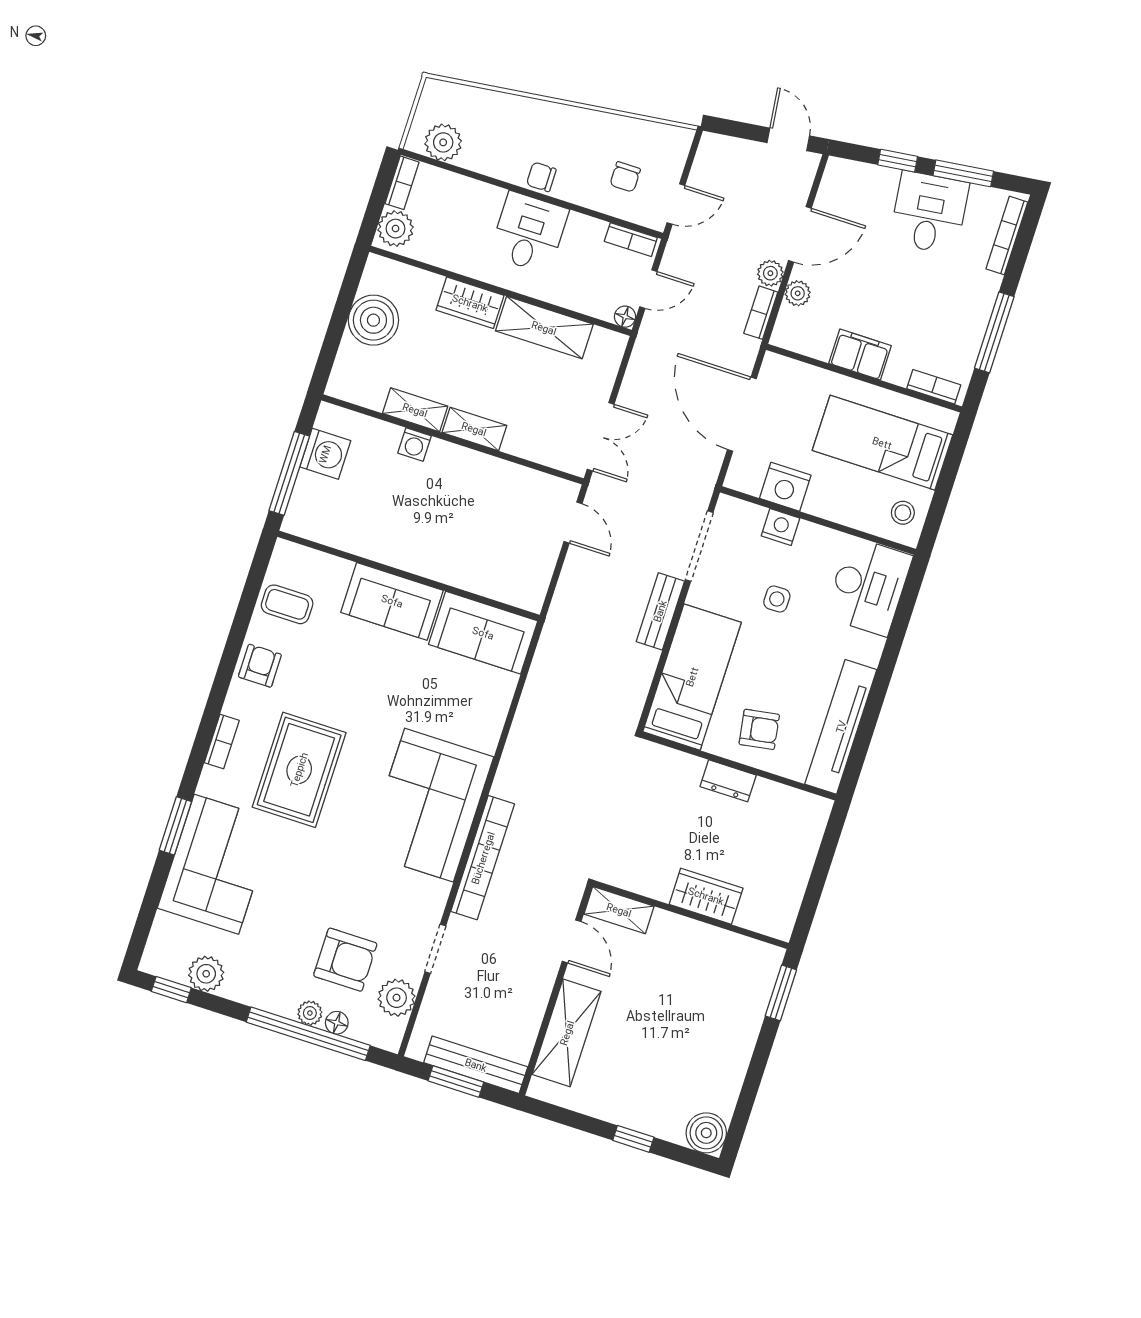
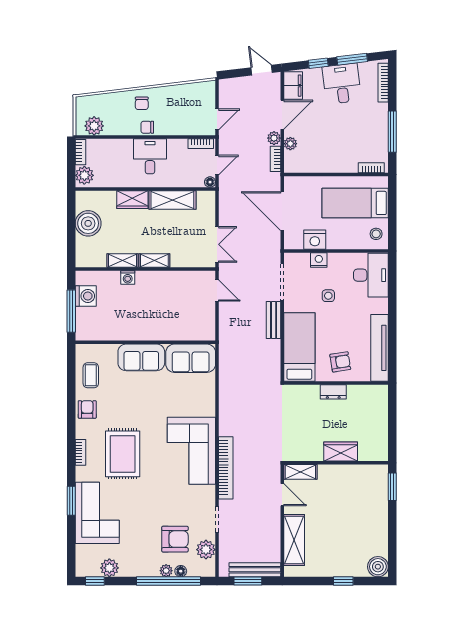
chair: (625, 177) -> (142, 103), moved
filing cabinet: (860, 354) -> (293, 86), moved, turned 90
coffee table: (287, 604) -> (91, 375), turned 90

